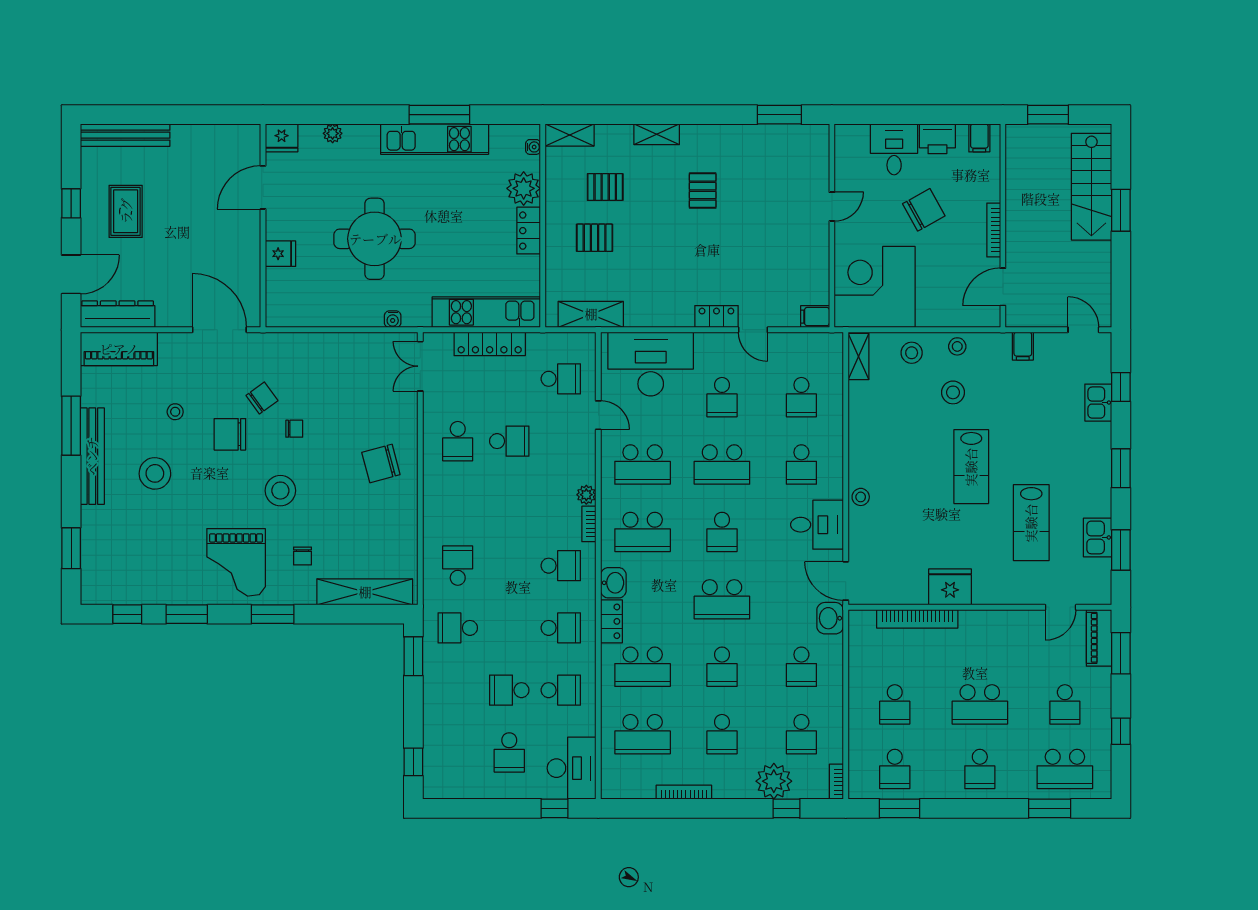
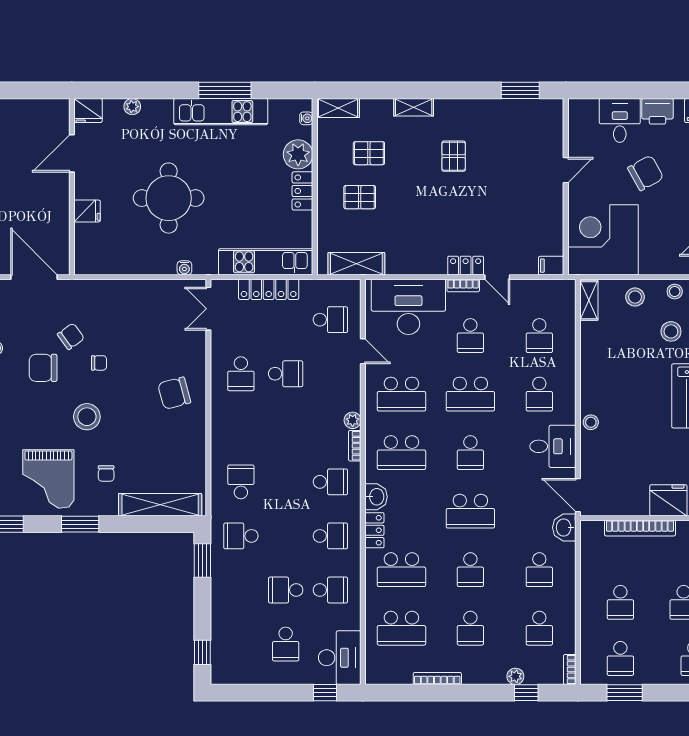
bookcase: (714, 340) -> (463, 286), added
plant: (774, 781) -> (515, 676), width x0.53, depth x0.53

